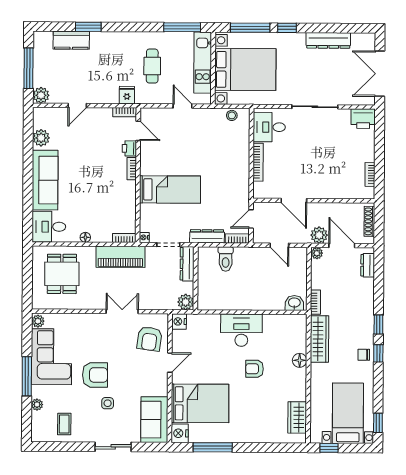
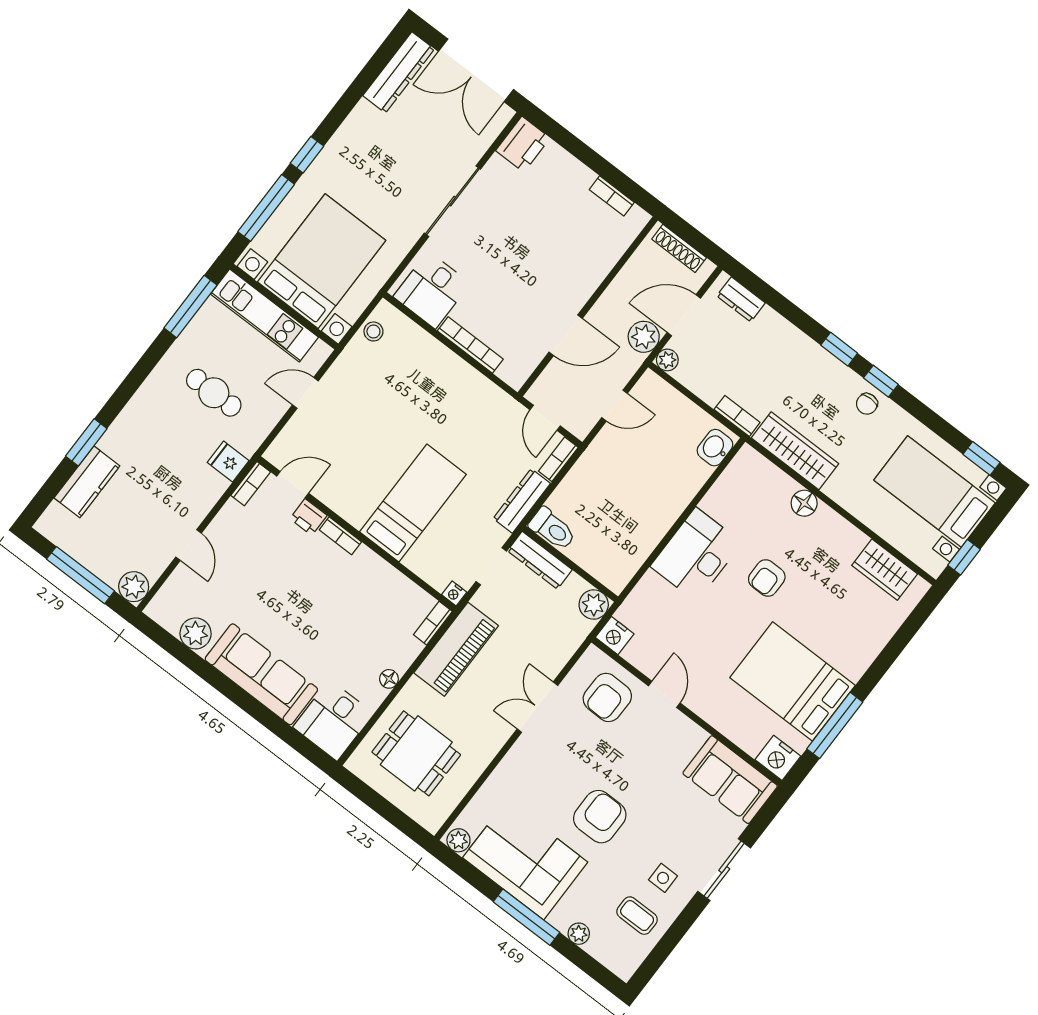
dresser: (328, 40) -> (399, 72), moved
toilet: (226, 259) -> (552, 529), moved
armchair: (150, 339) -> (607, 697), turned 83
side table: (108, 403) -> (663, 878), moved
bed: (200, 403) -> (792, 681), moved, turned -90

